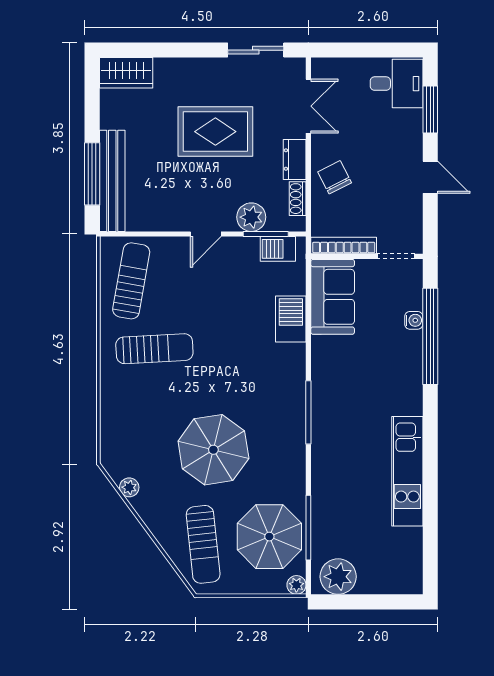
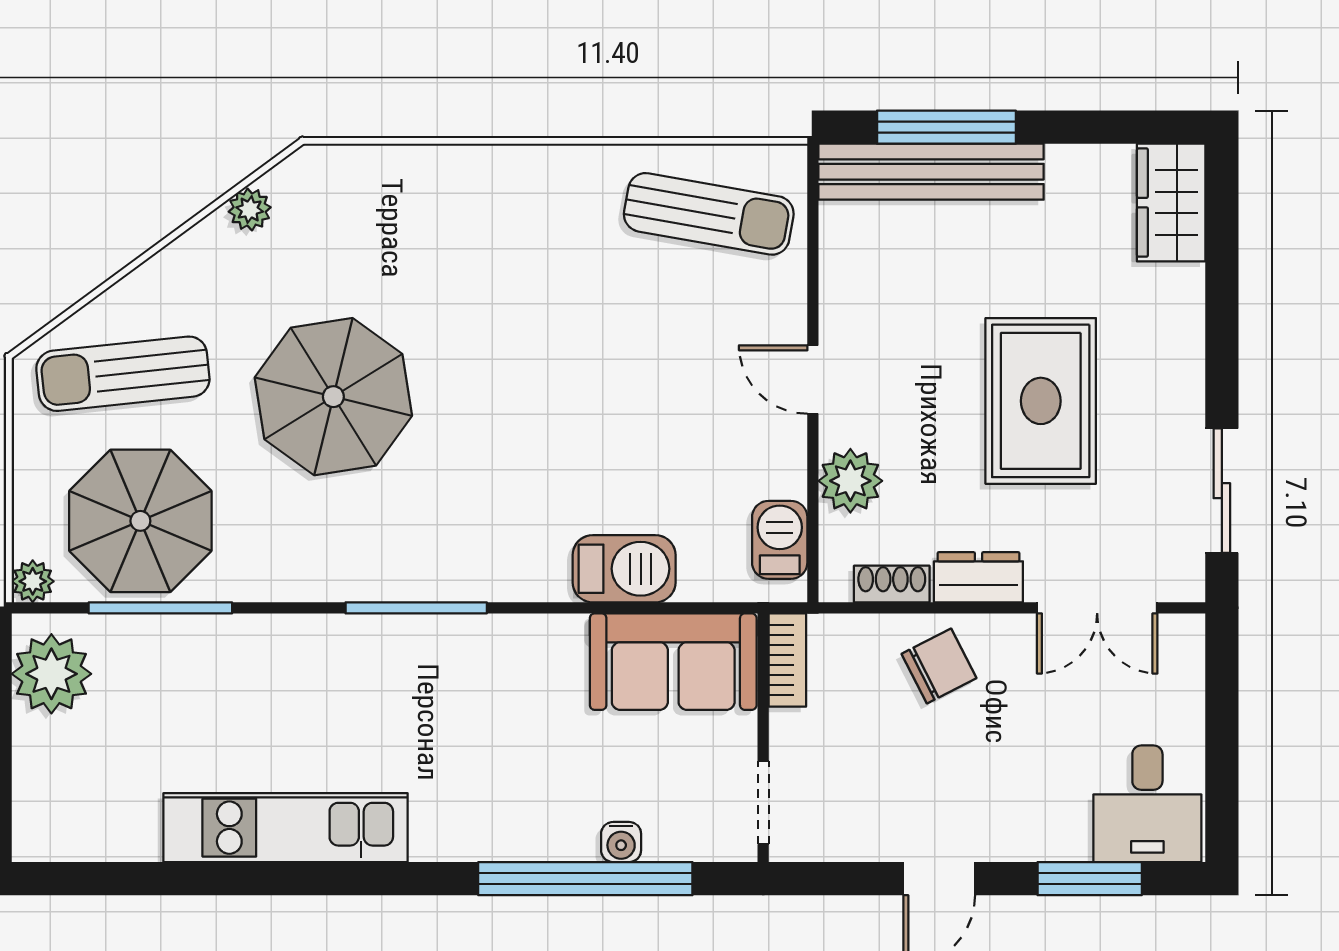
window: (266, 234) -> (813, 513), removed
bookcase: (344, 245) -> (787, 660), width x0.64
sun lounger: (154, 349) -> (558, 265), removed

